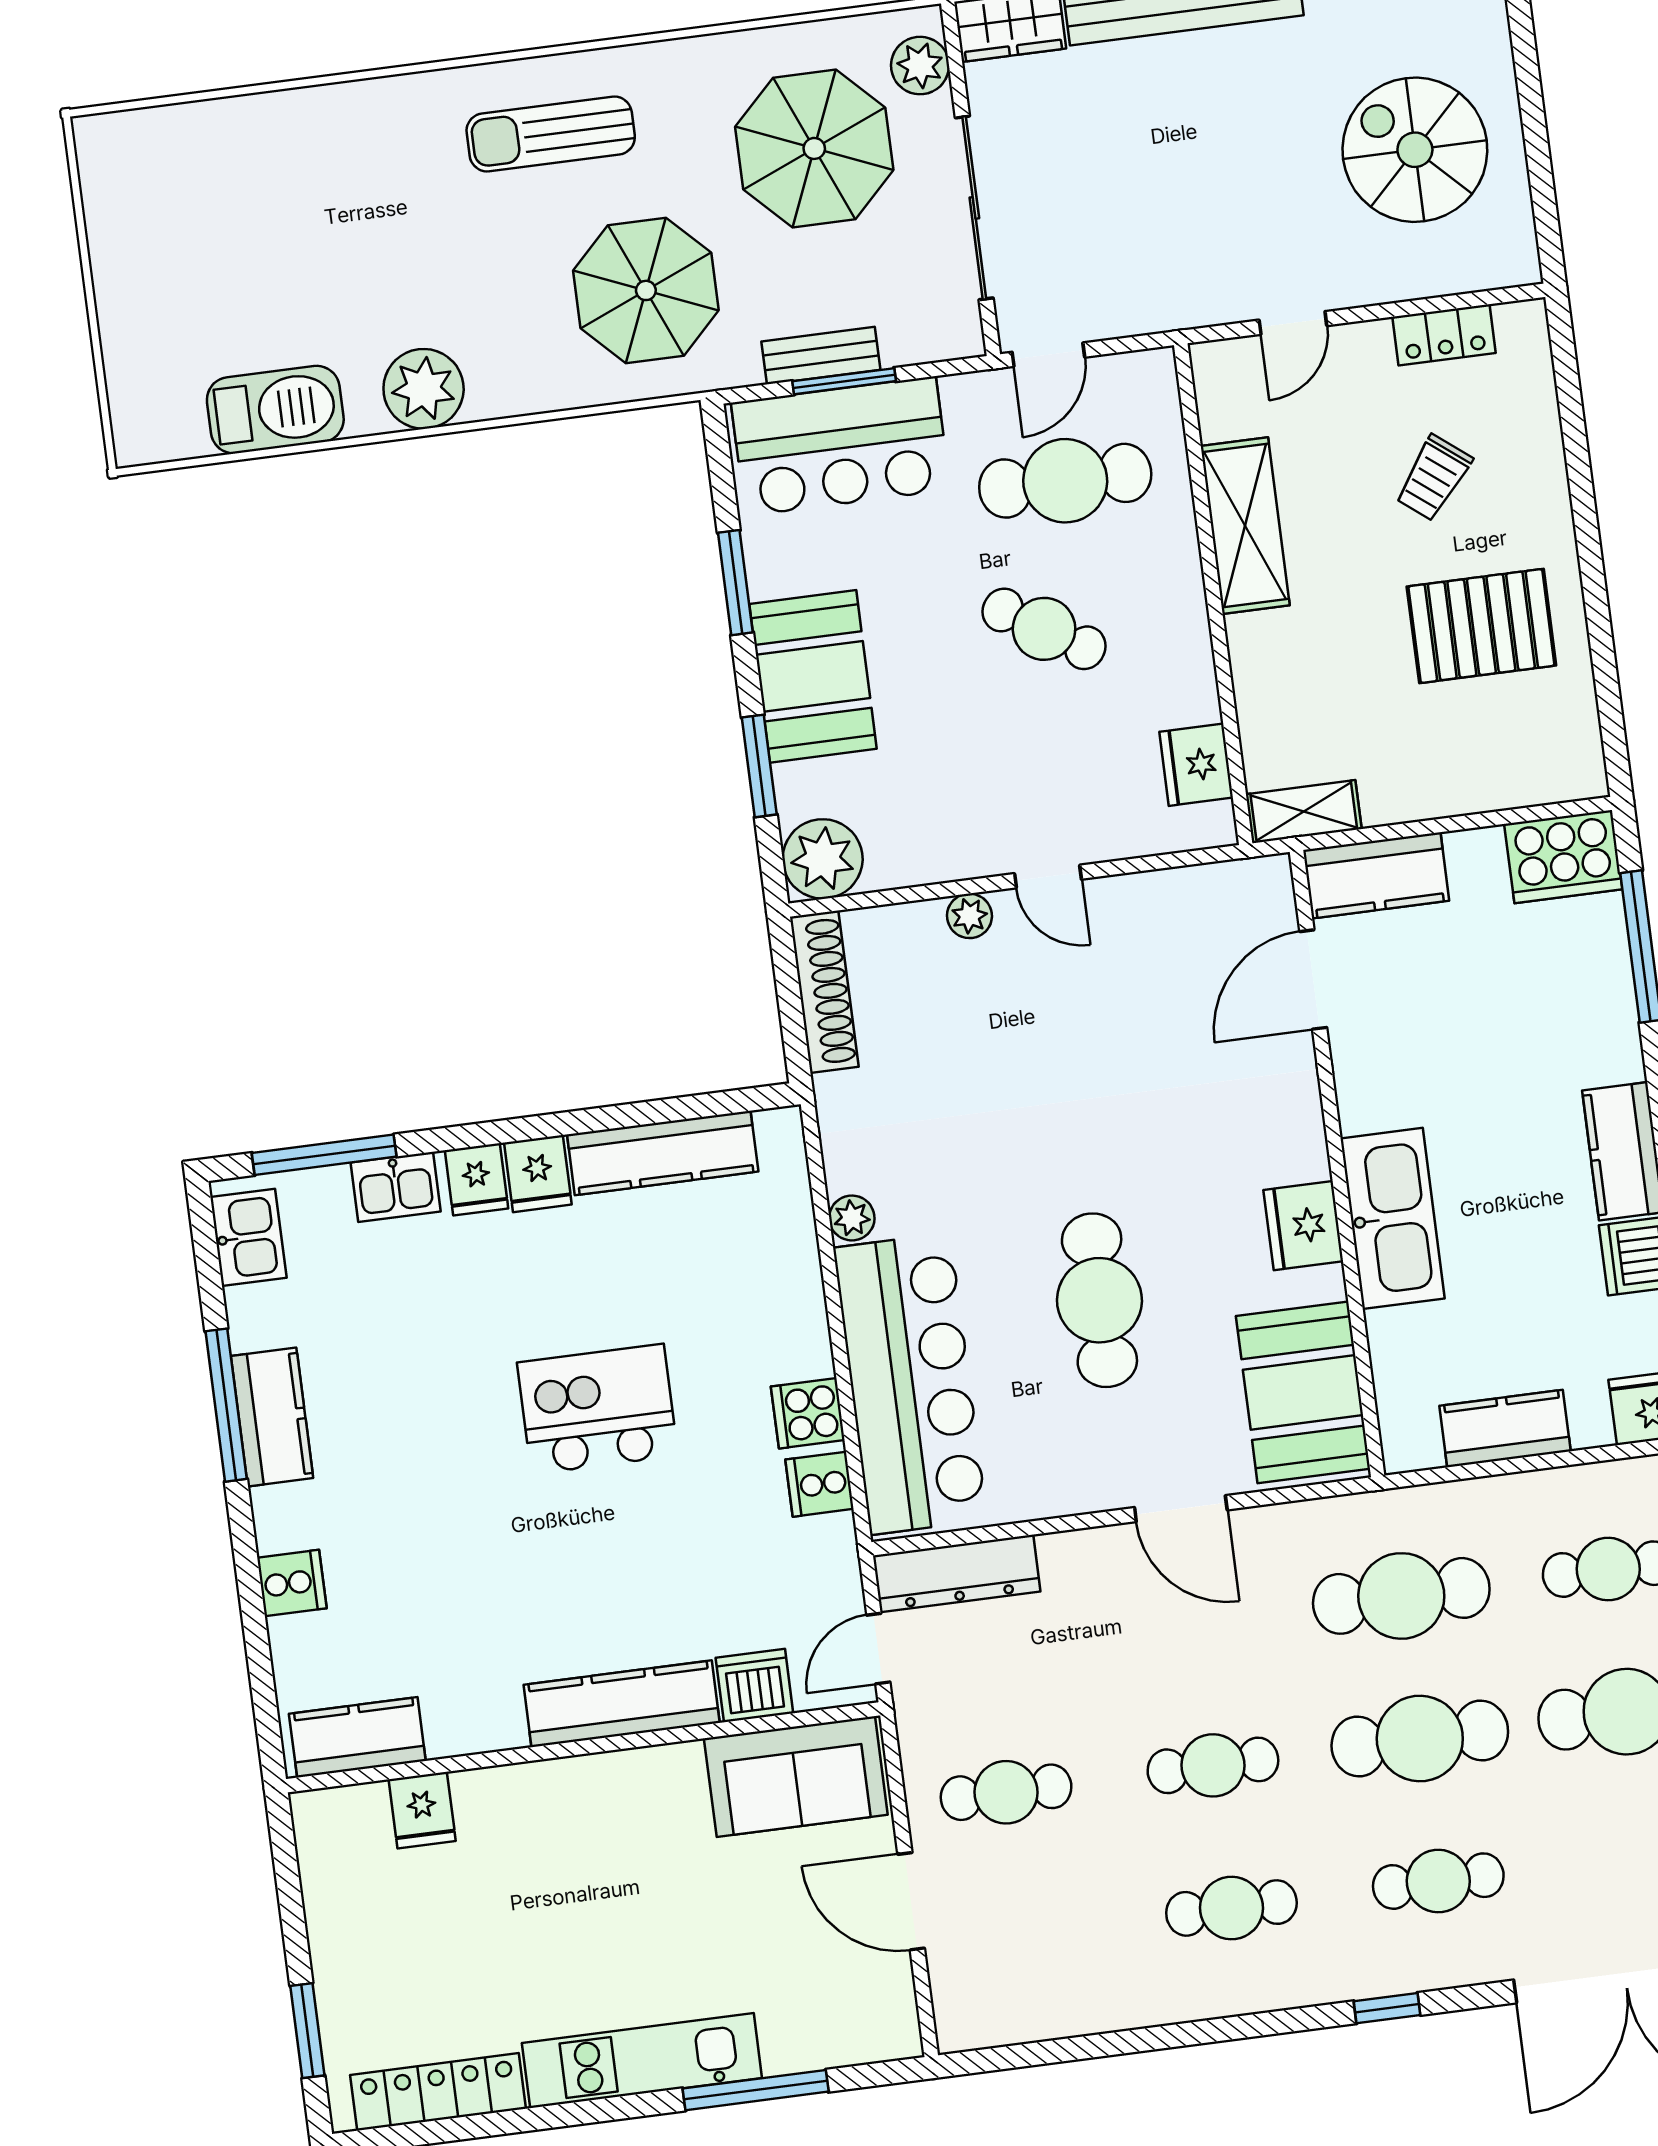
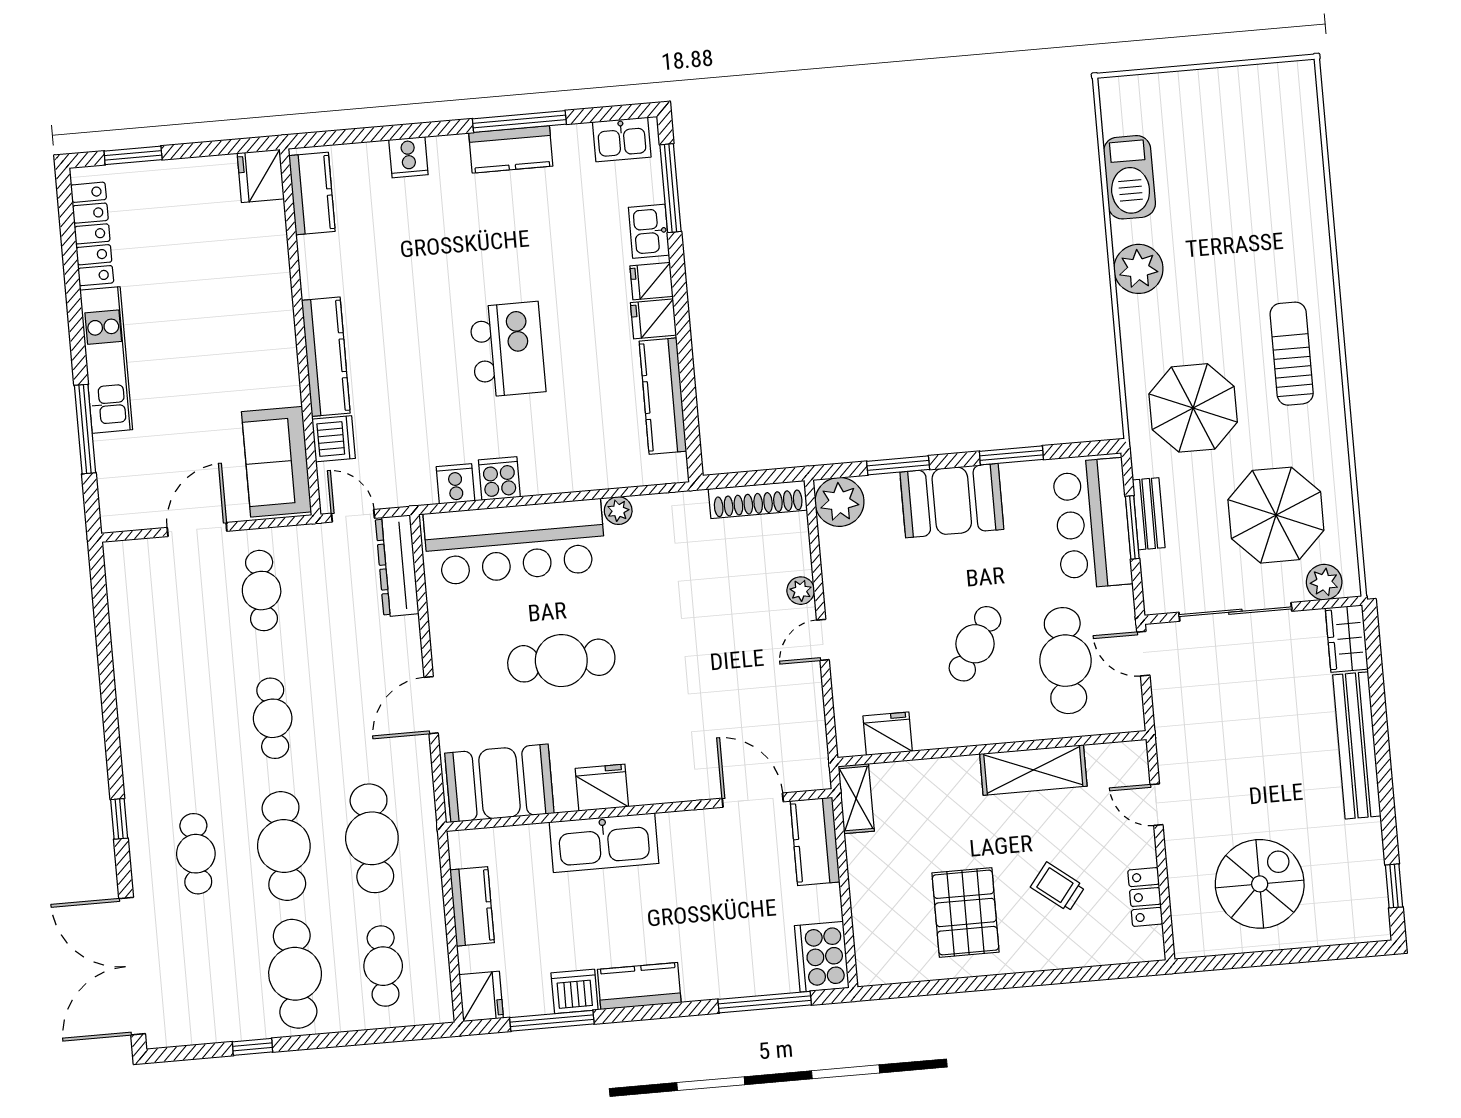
fridge: (422, 1810) -> (261, 176), moved, width x1.38
cafe table: (1231, 1908) -> (185, 726), removed

